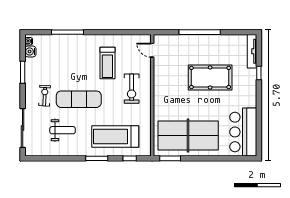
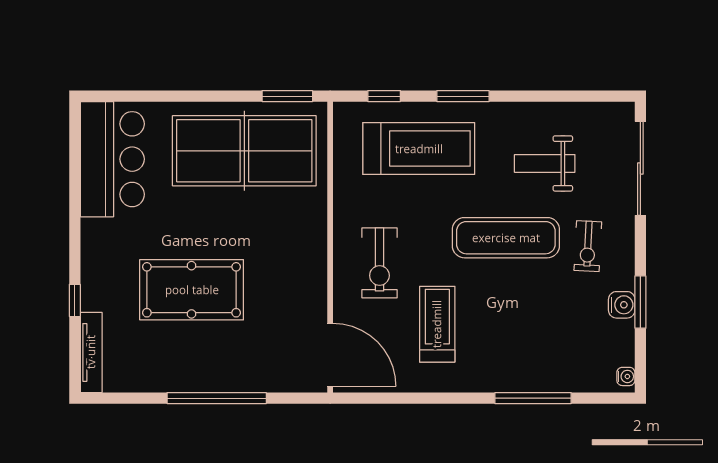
door: (152, 50) -> (330, 355), width x1.87
water cooler: (30, 51) -> (622, 305), moved
exercise bike: (132, 89) -> (379, 263), turned 180

